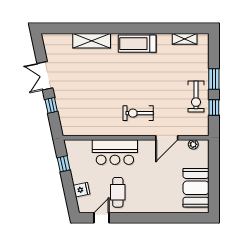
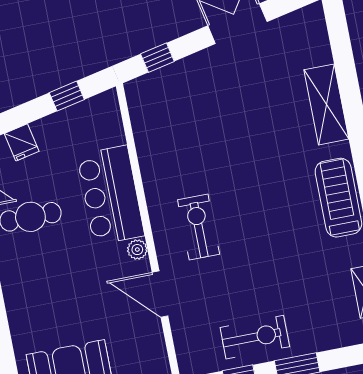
exercise bike: (196, 96) -> (255, 337), turned 180
window: (51, 105) -> (157, 58), moved
plant: (193, 144) -> (137, 250), moved

